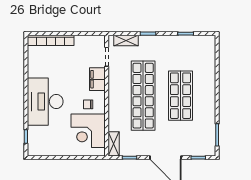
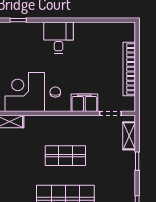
bookcase: (51, 40) -> (129, 69), moved
shop shelf: (143, 96) -> (65, 156), width x0.50, depth x0.74
desk: (45, 102) -> (59, 38), width x0.53, depth x0.77

